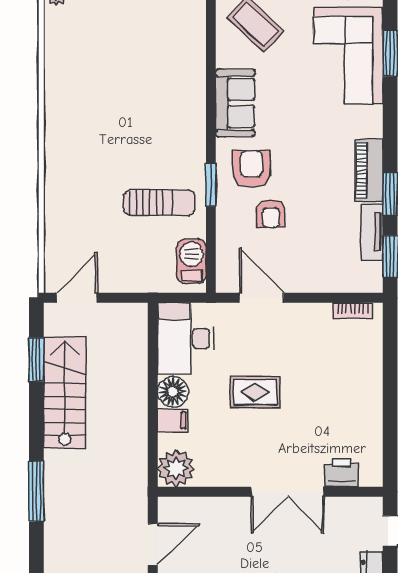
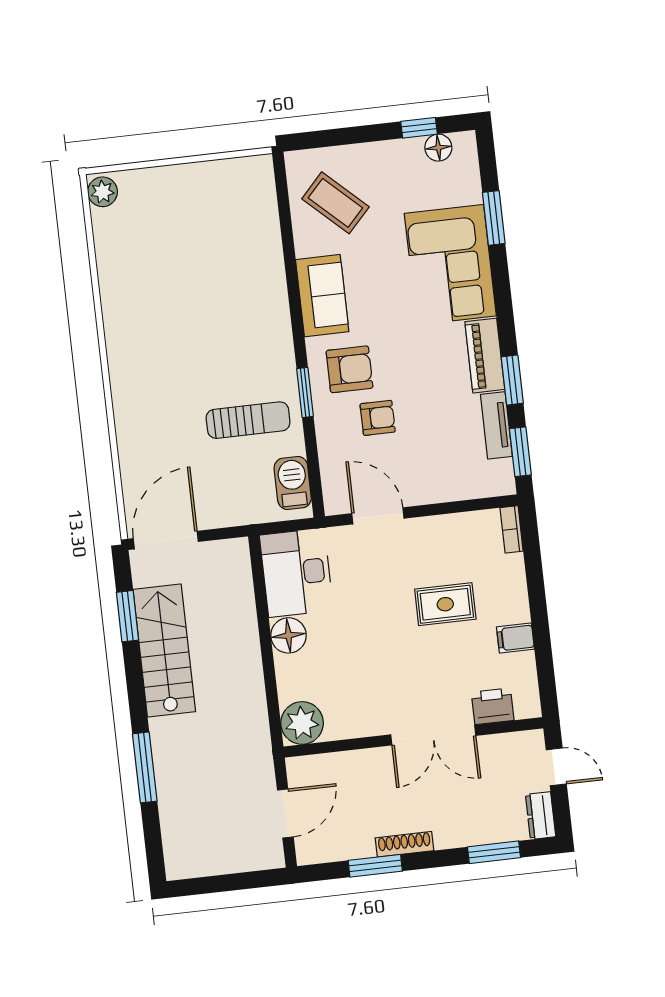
corner sofa: (348, 55) -> (450, 265), moved
armchair: (251, 169) -> (349, 369), turned 90
armchair: (271, 214) -> (378, 418), turned -90
door: (77, 298) -> (166, 540), width x1.36
bookcase: (353, 311) -> (512, 529), moved, turned 90
rug: (255, 392) -> (445, 604), moved
filing cabinet: (173, 420) -> (515, 638), moved, turned 180

